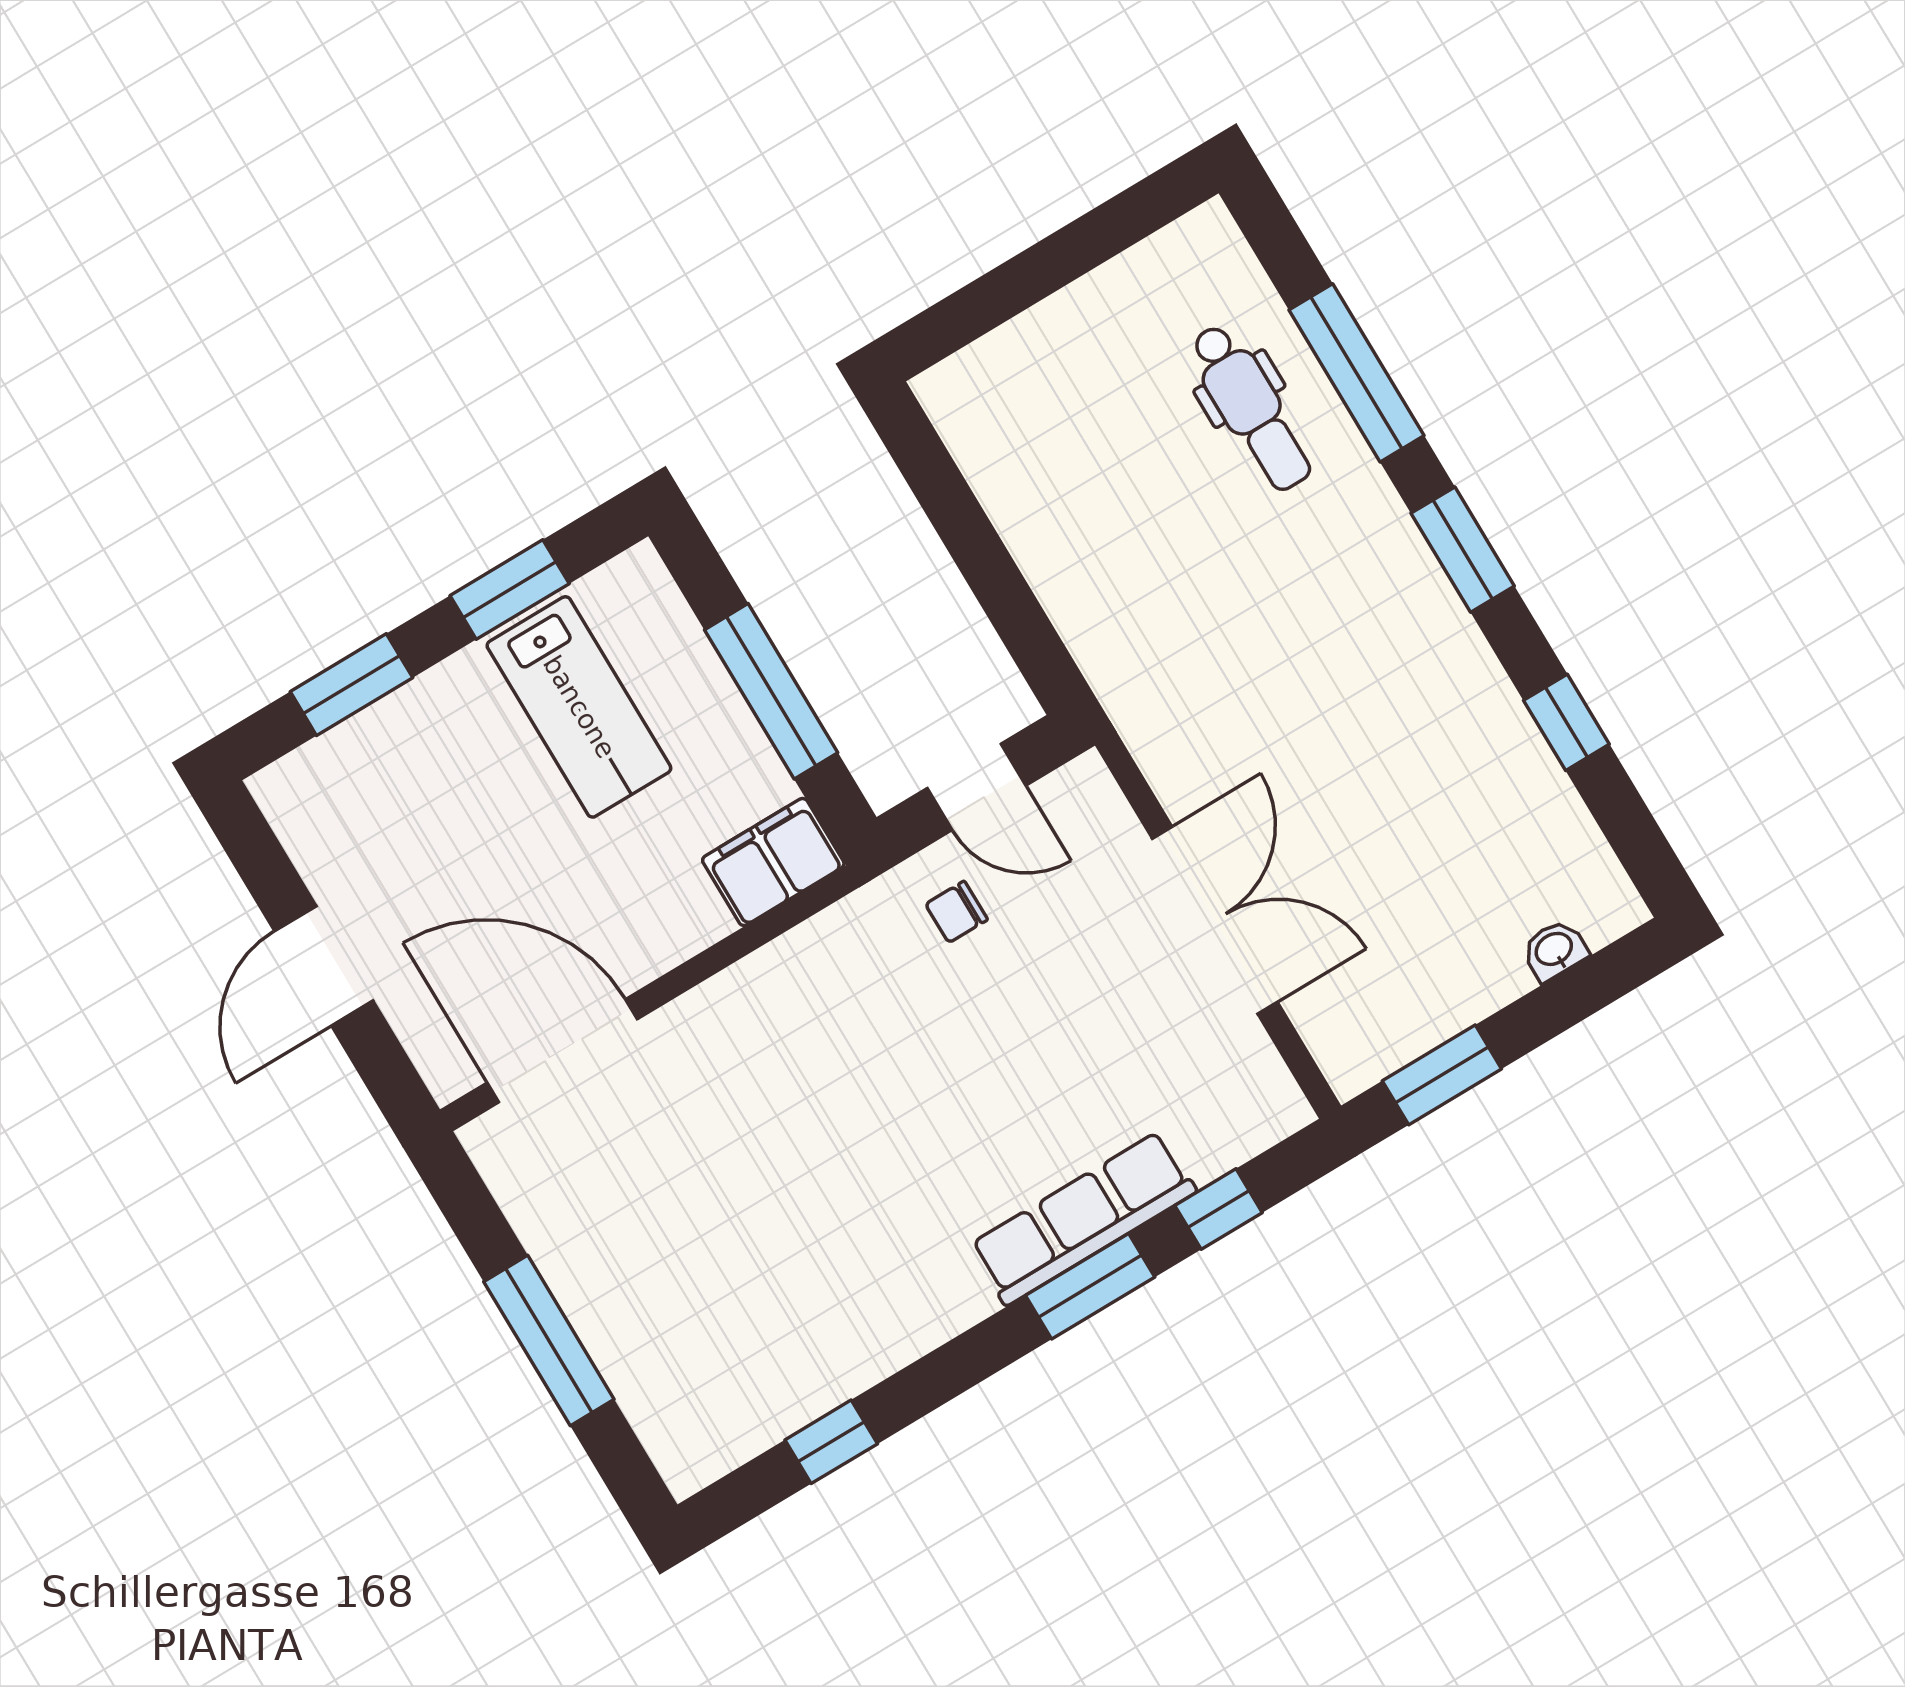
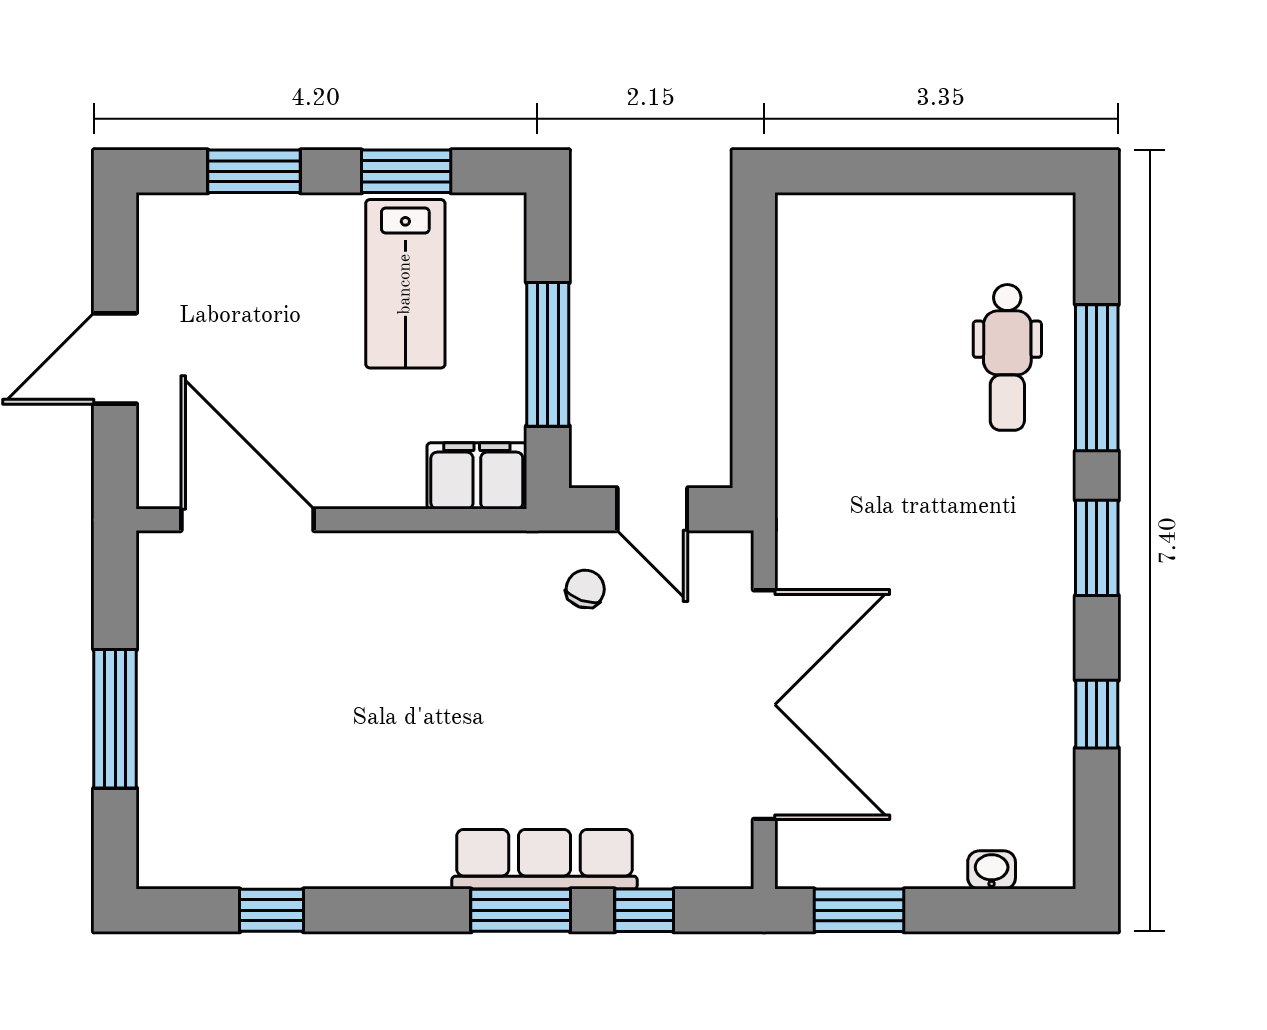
chair: (956, 912) -> (585, 589), turned 109
double door: (1215, 920) -> (764, 705), width x1.36

